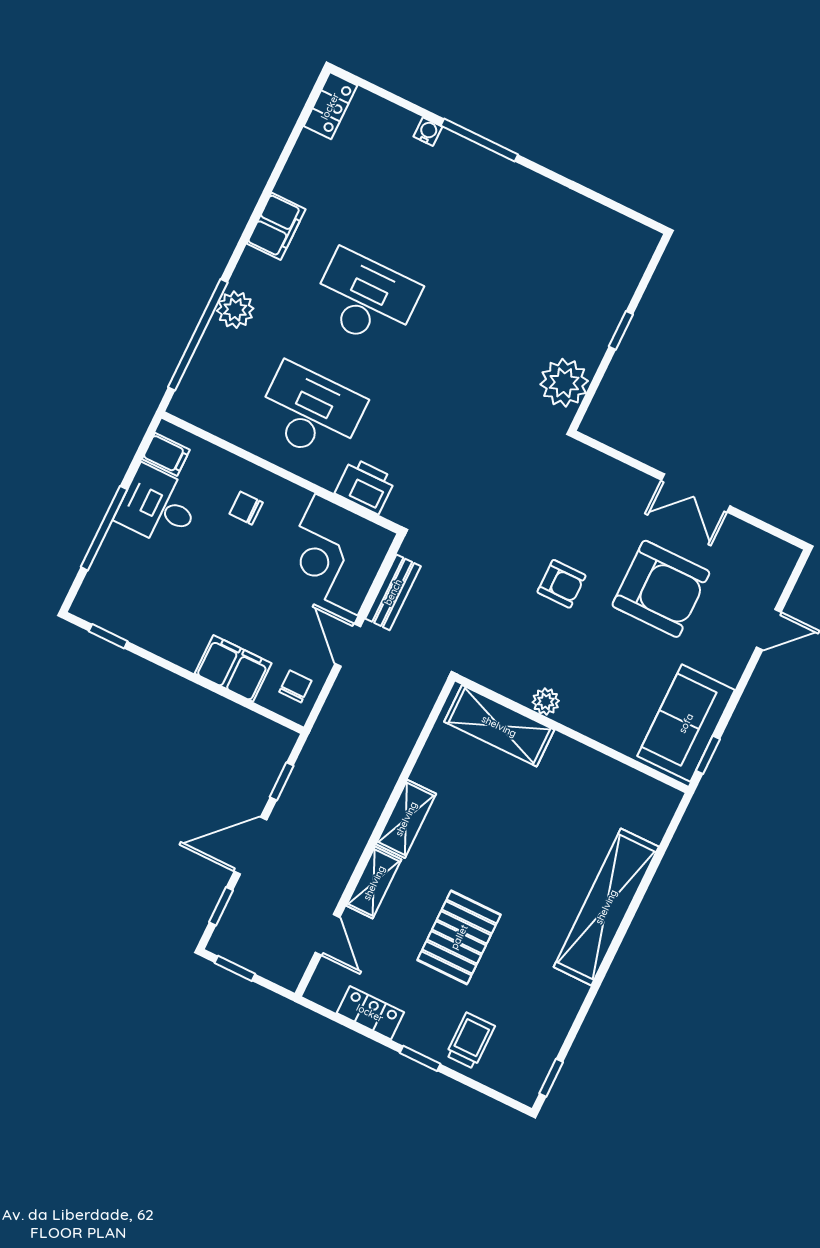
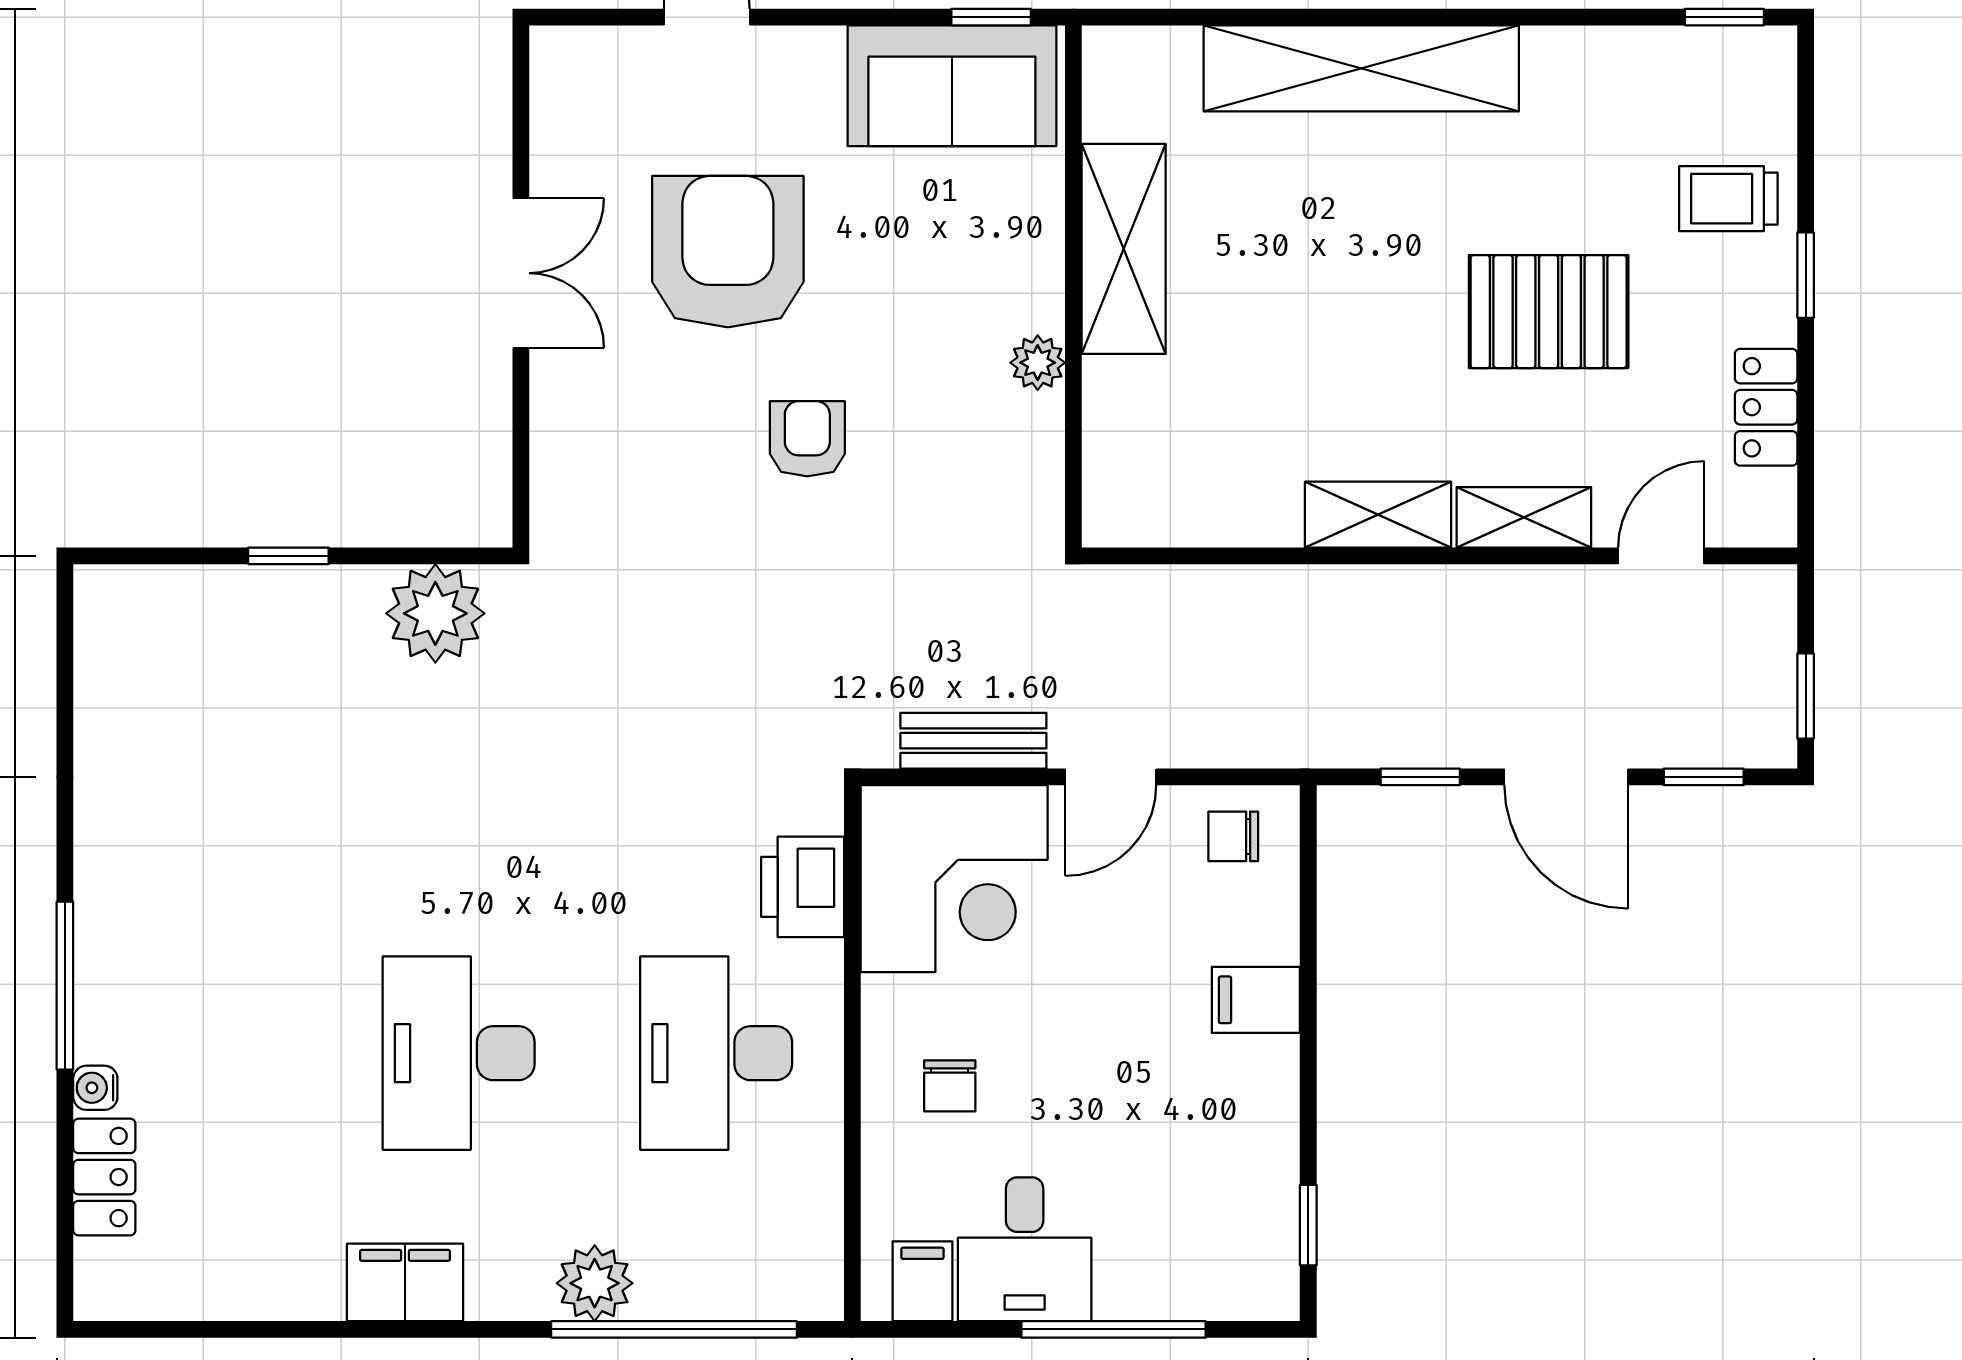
locker: (330, 106) -> (104, 1177), moved, turned 90
filing cabinet: (233, 668) -> (1256, 1000), width x0.50
shelving: (499, 726) -> (1124, 249), moved

